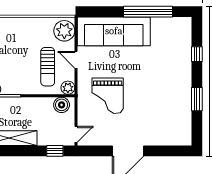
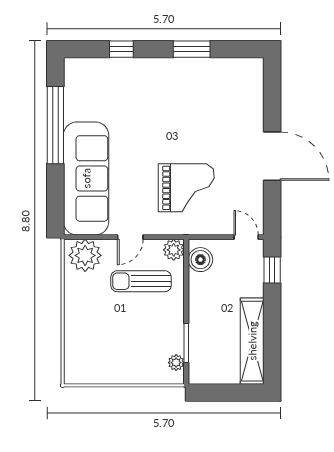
sun lounger: (48, 67) -> (141, 281), turned 180

